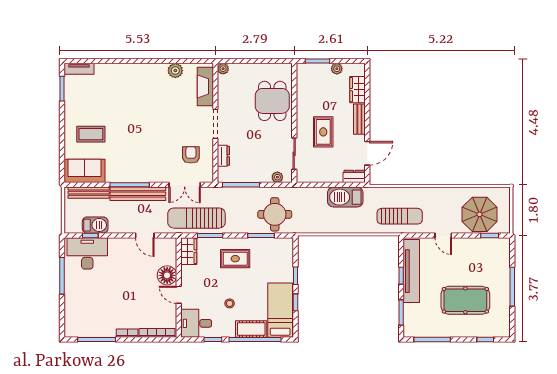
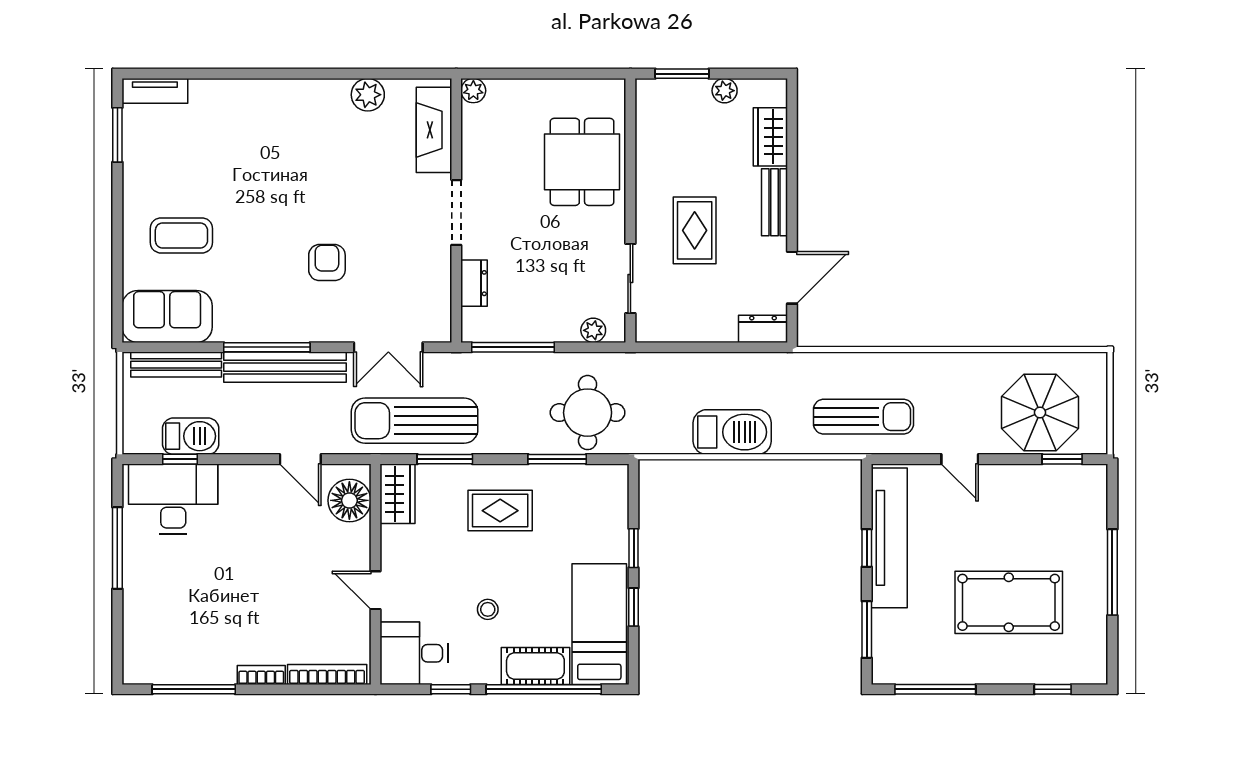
armchair: (191, 155) -> (327, 263), moved
barbecue: (345, 197) -> (732, 432), moved, turned 180
floor lamp: (167, 275) -> (349, 500), moved

